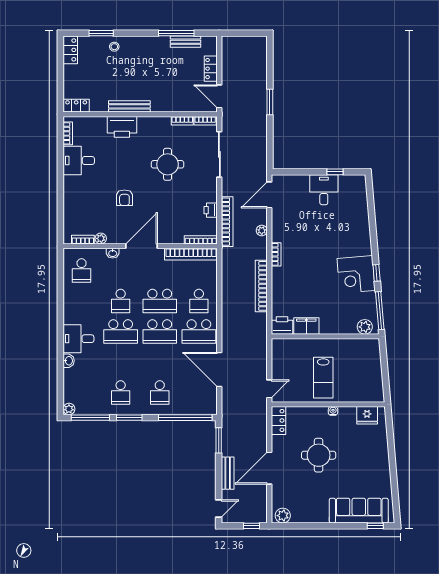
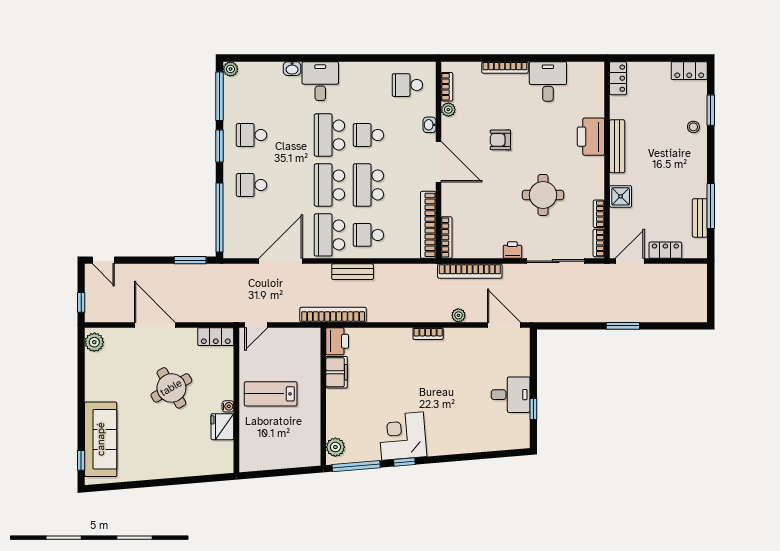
shower: (169, 104) -> (621, 196), added
bookcase: (68, 133) -> (505, 67), moved, width x1.56
printer: (211, 210) -> (512, 250), moved
bookcase: (261, 286) -> (333, 315), moved
door: (269, 389) -> (256, 325), hinge flipped
fridge: (367, 415) -> (222, 427), moved
round table: (319, 455) -> (171, 388), turned -30
bench: (228, 473) -> (353, 272), moved

